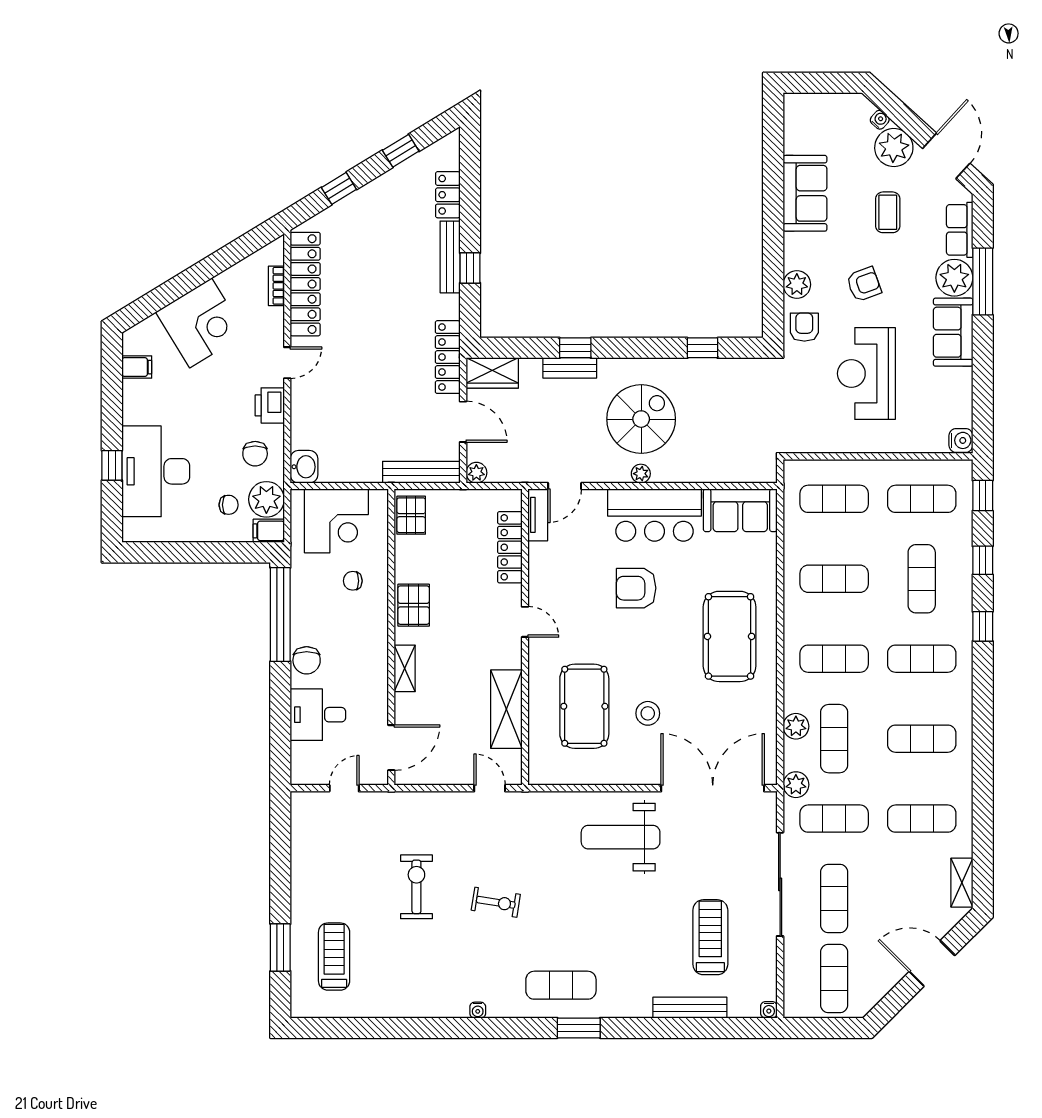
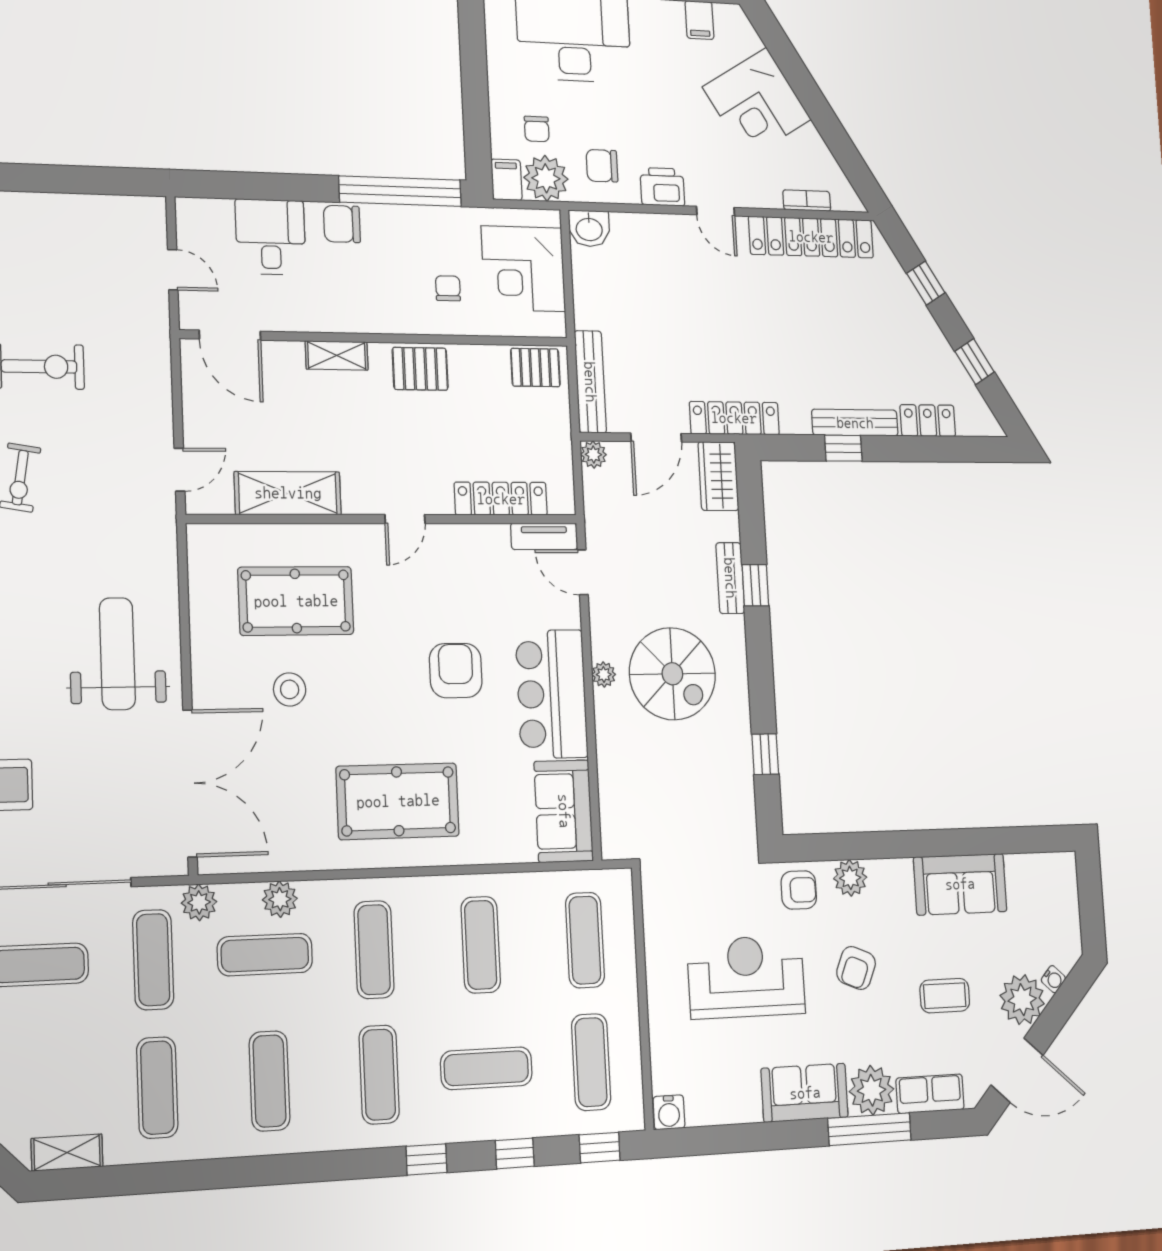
armchair: (864, 284) -> (856, 968), turned 43

